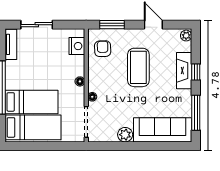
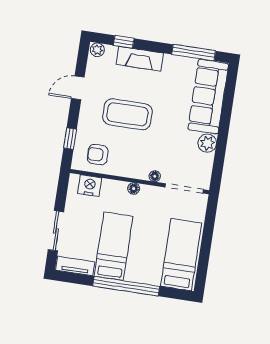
window: (112, 25) -> (70, 139), width x0.67
window: (196, 72) -> (124, 42), moved
bed: (31, 102) -> (114, 246), moved

